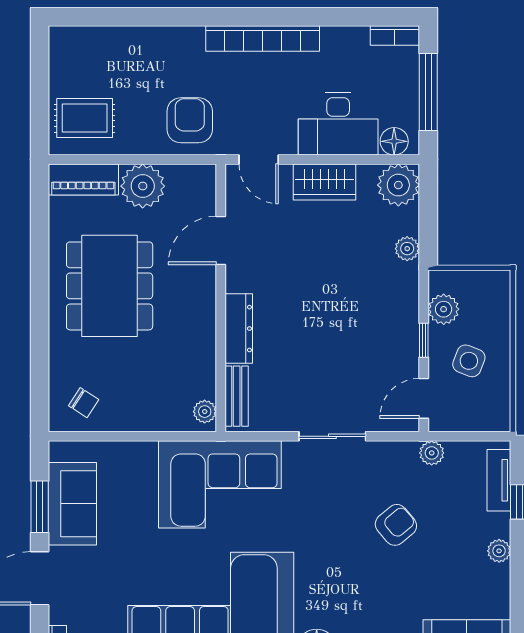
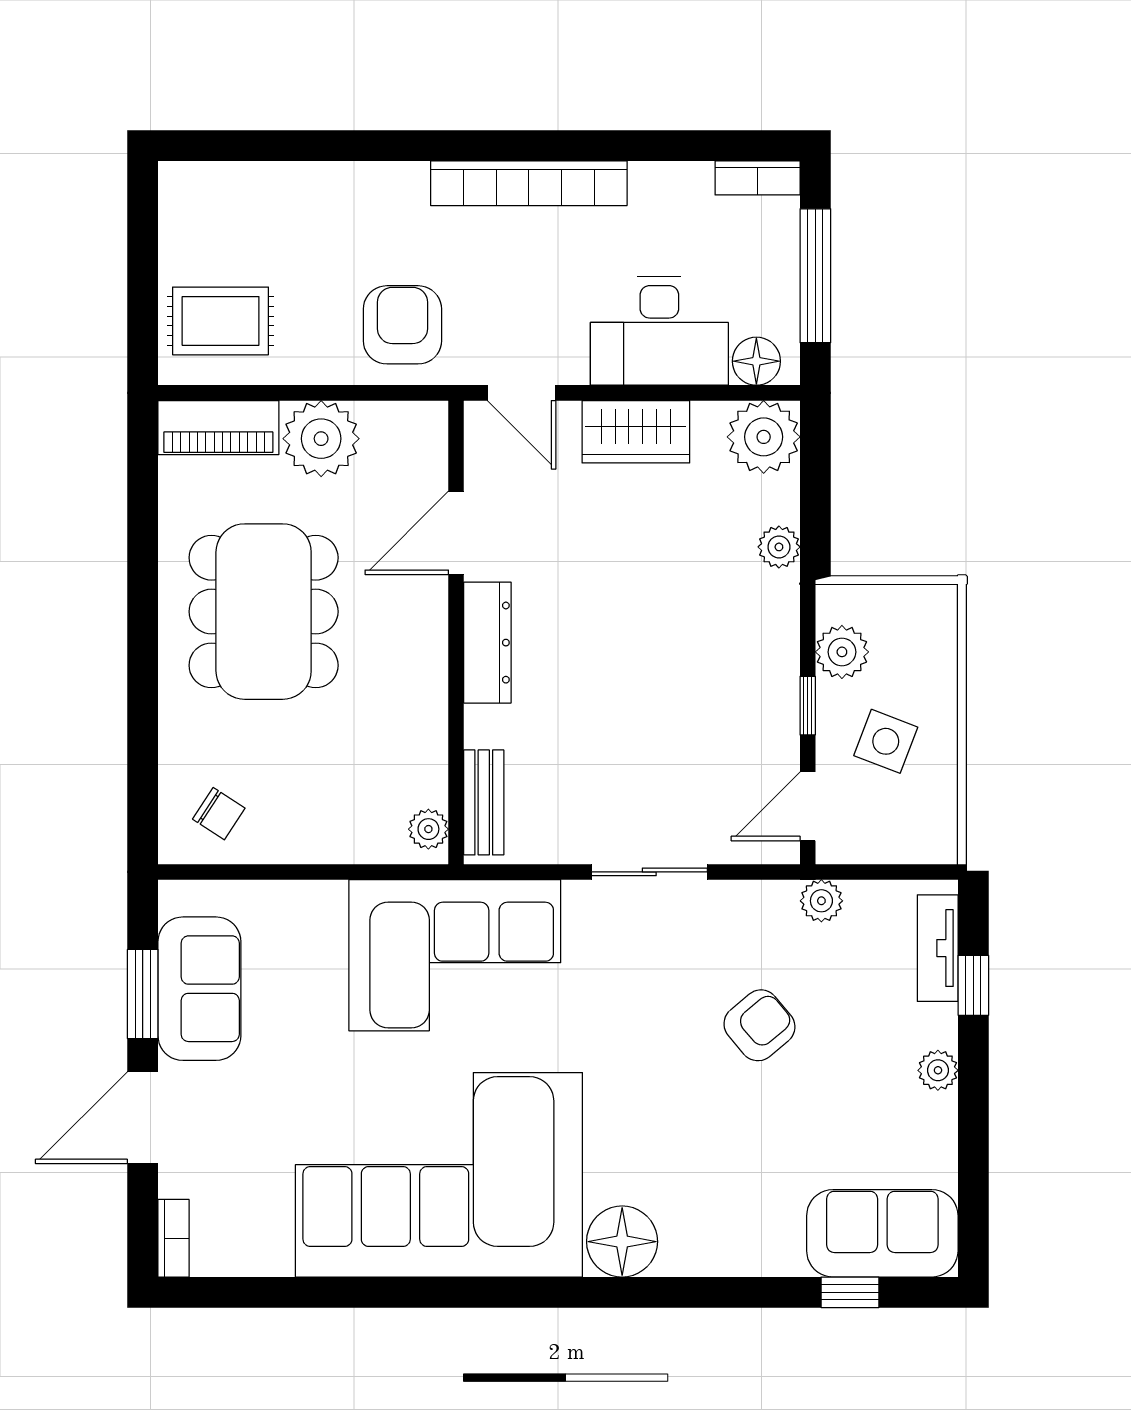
dresser: (239, 329) -> (487, 643), moved

